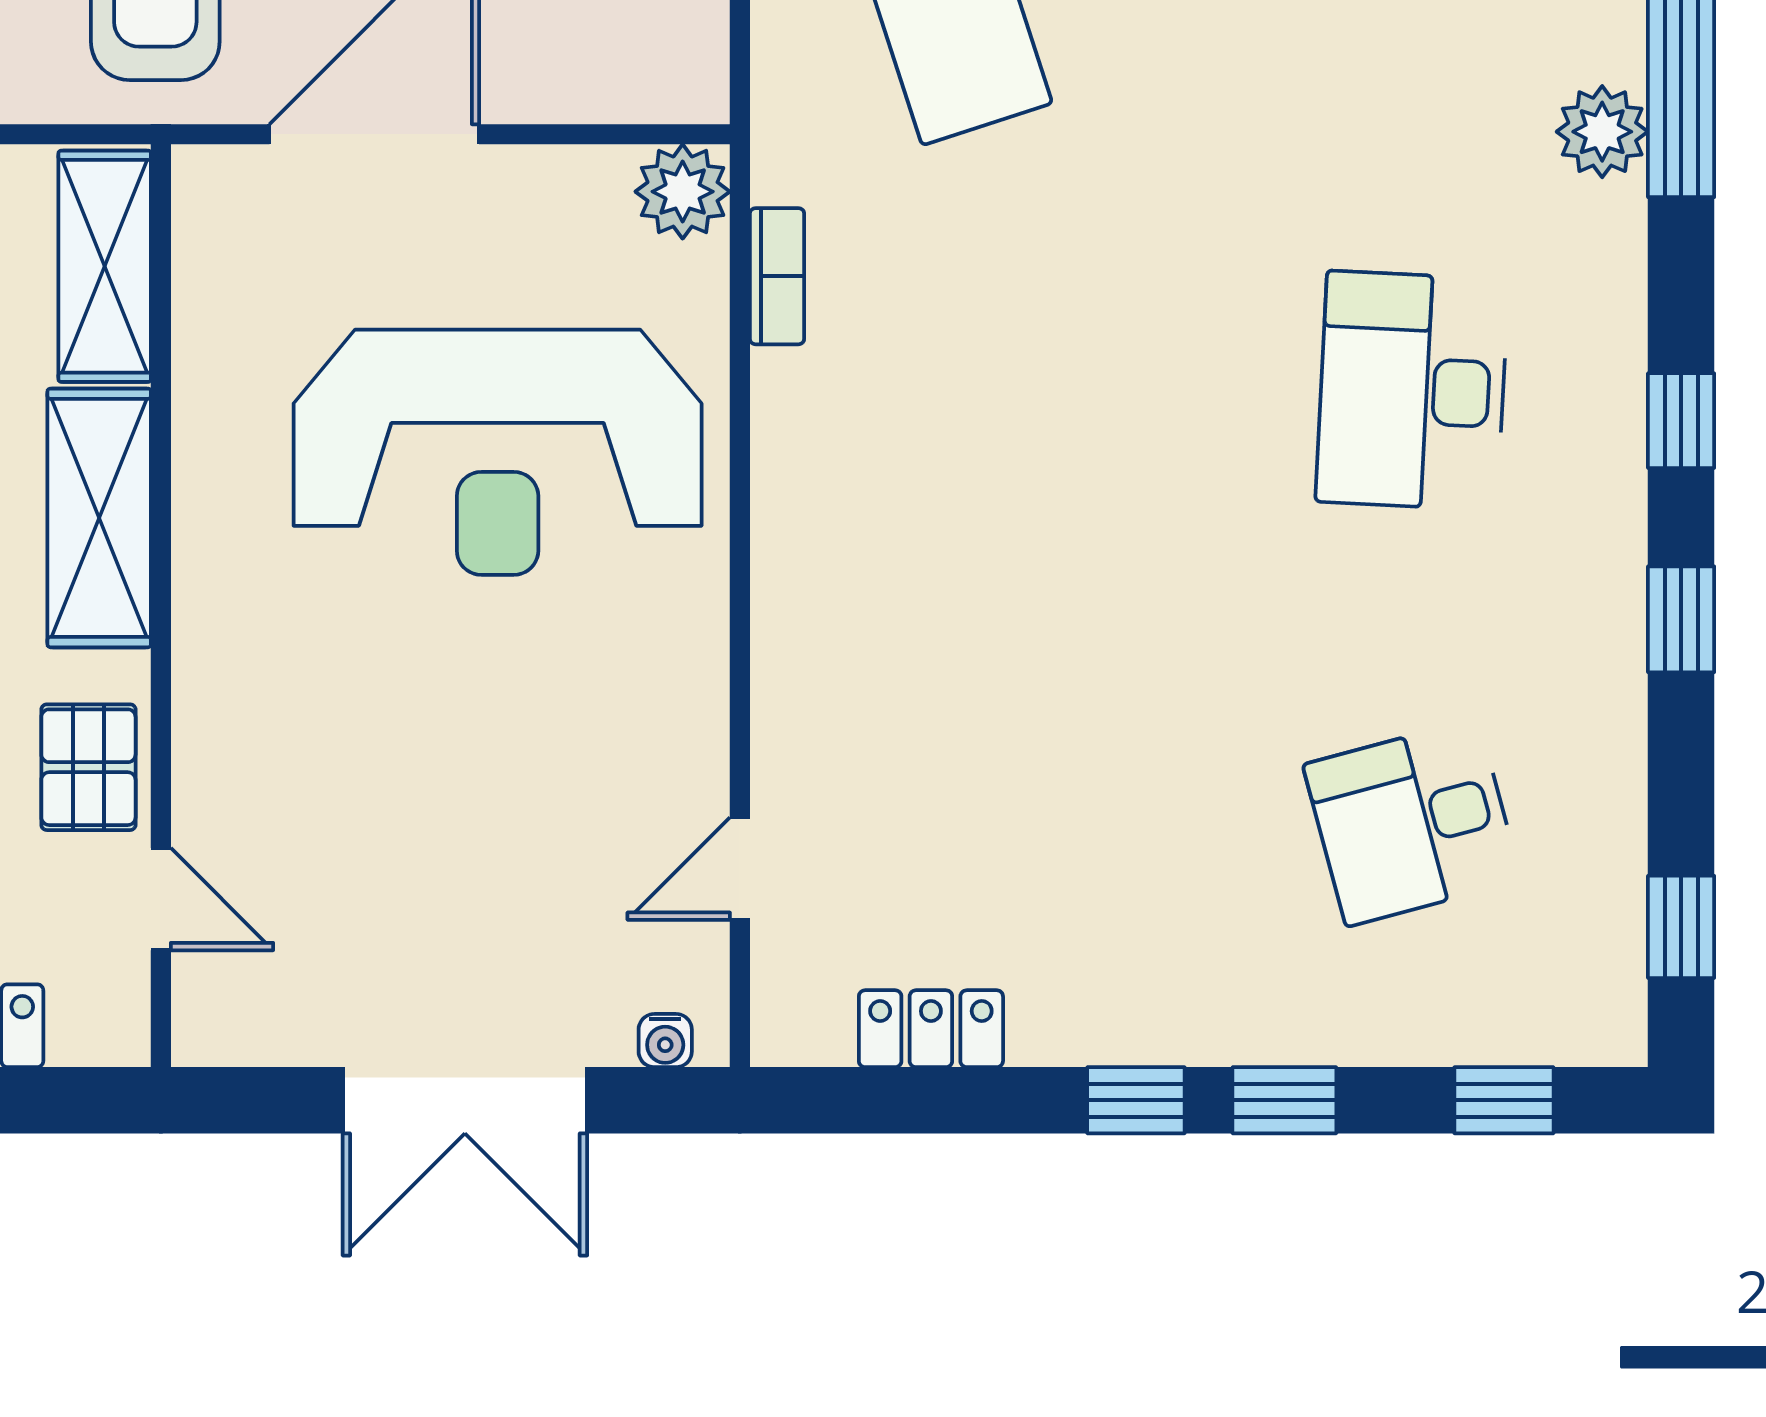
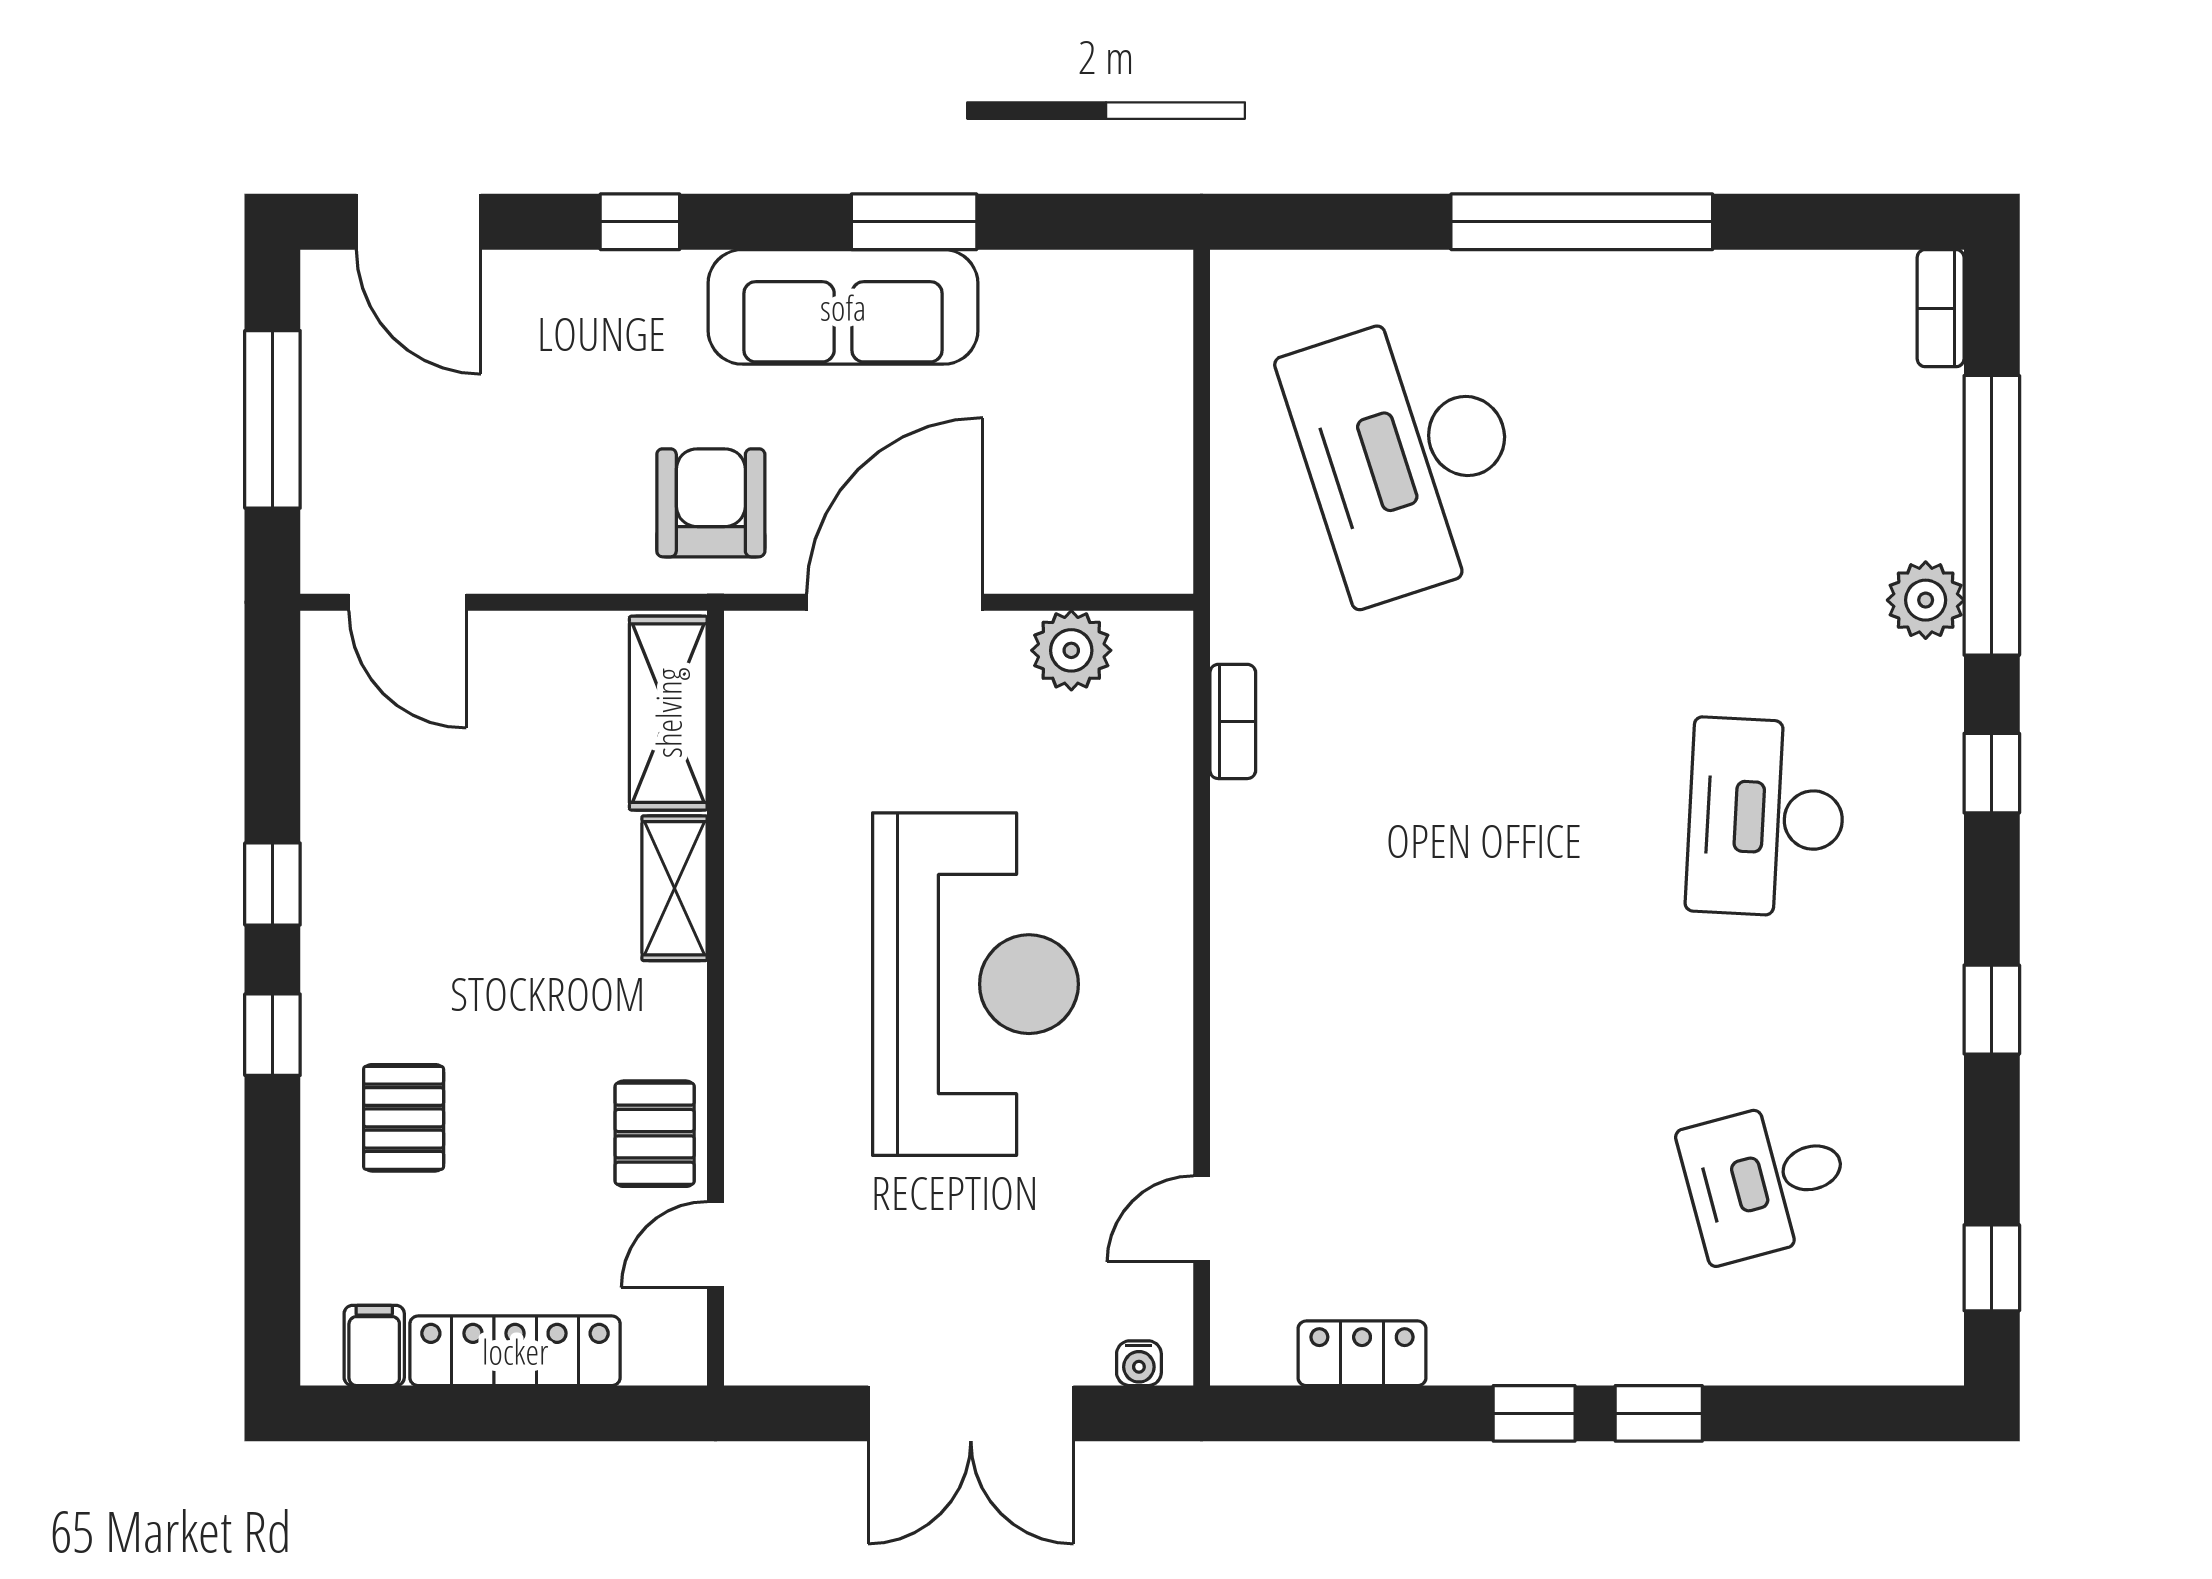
plant: (683, 192) -> (1071, 650), moved
window: (1681, 421) -> (1992, 773), moved
reception desk: (498, 452) -> (975, 984), moved, turned -90
shelving: (99, 518) -> (675, 888), width x0.67, depth x0.75
door: (161, 899) -> (715, 1244), swing flipped
window: (1504, 1100) -> (1843, 1413), removed

